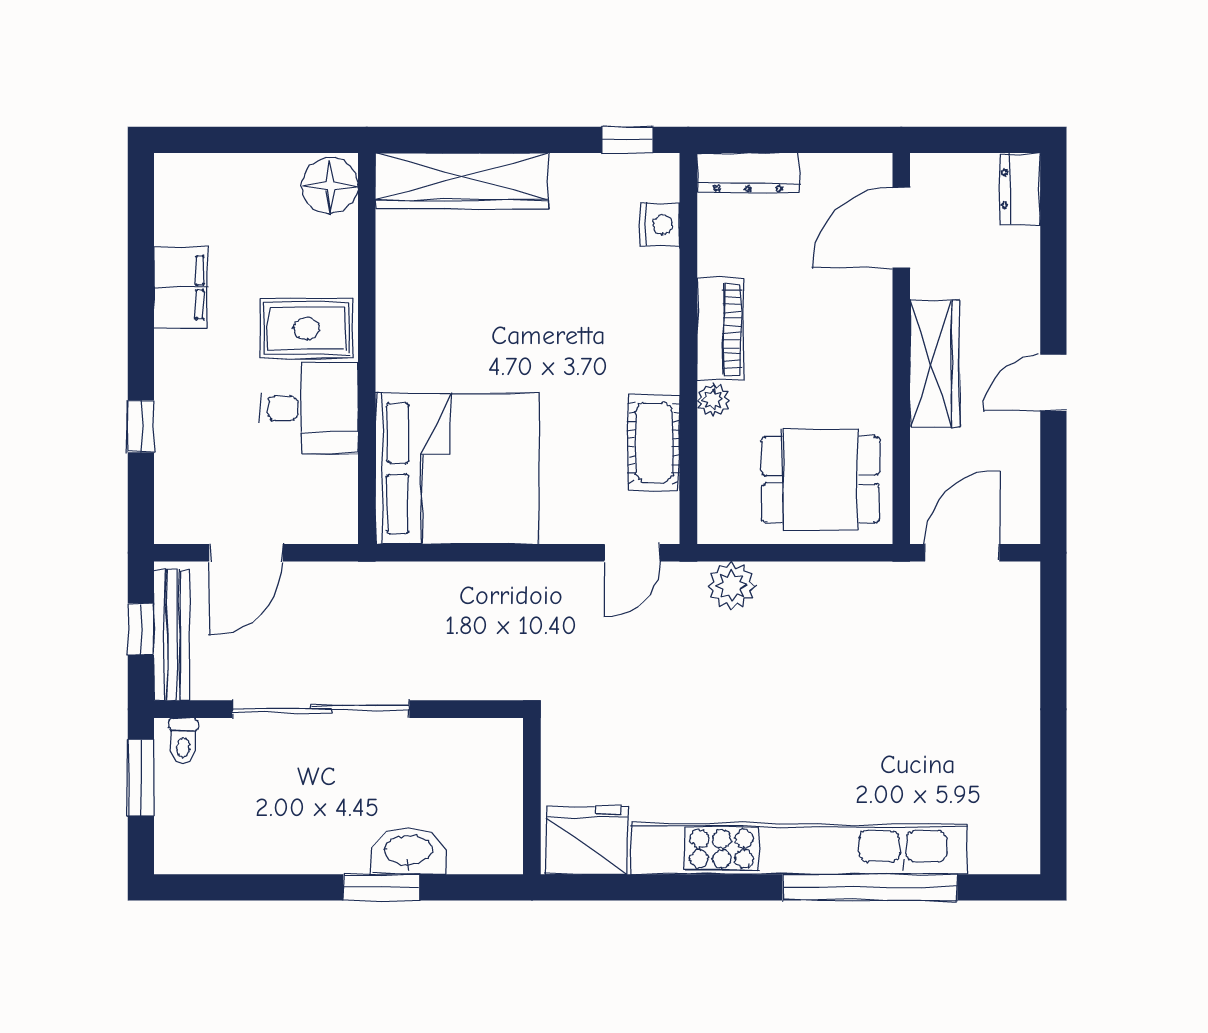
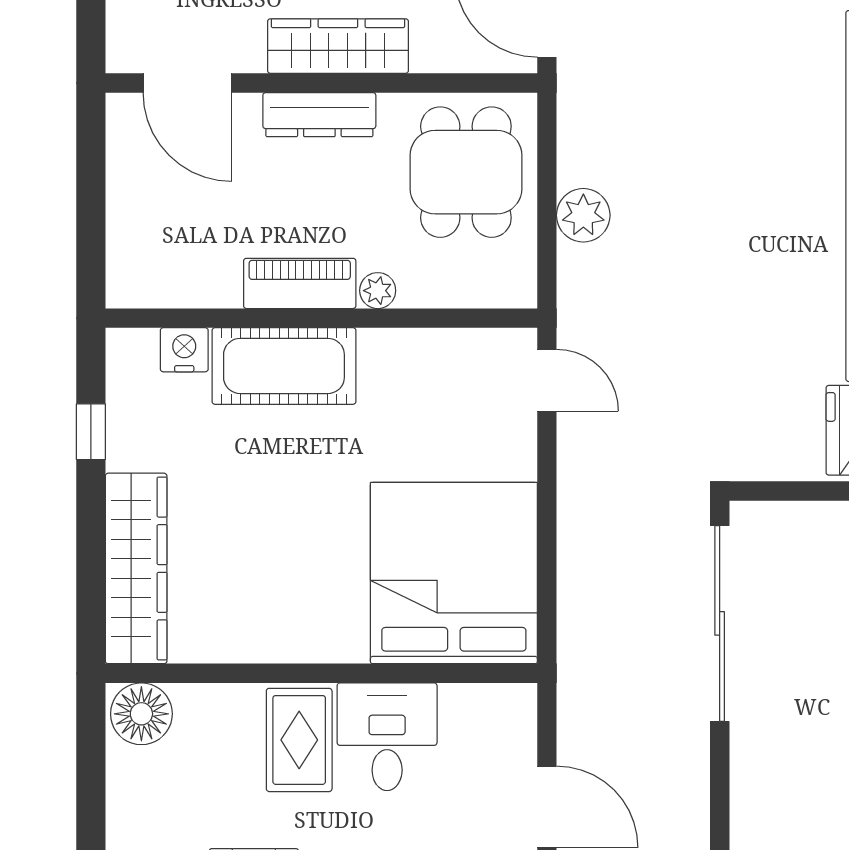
window: (627, 140) -> (91, 432), moved
dresser: (748, 173) -> (319, 115), moved, turned 90
cot: (654, 443) -> (284, 366), moved, width x1.37, depth x1.34
plant: (731, 586) -> (583, 215), moved
sliding door: (321, 709) -> (720, 623), moved

